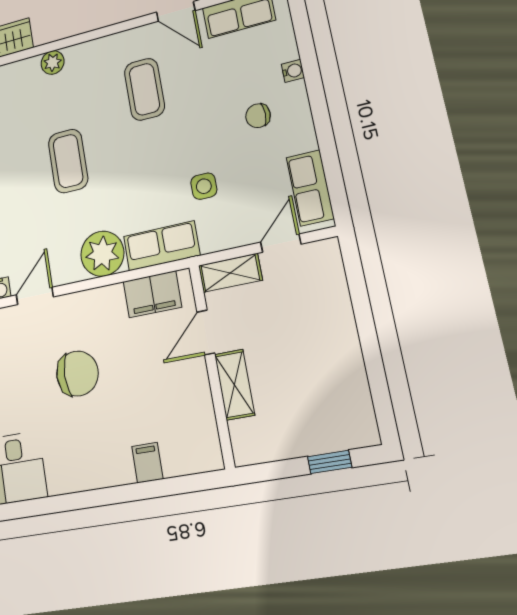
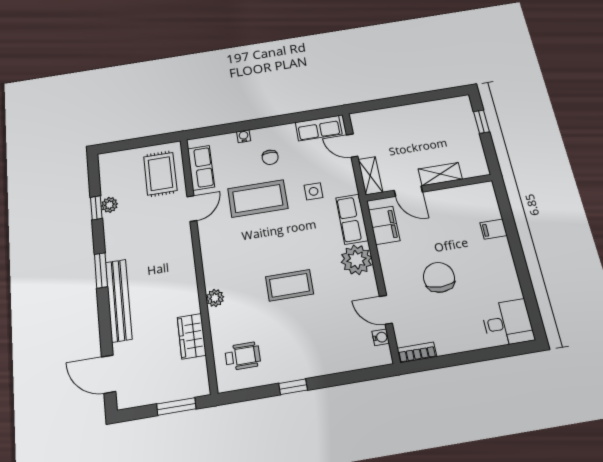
coffee table: (144, 89) -> (258, 198), moved, width x1.36, depth x1.32

